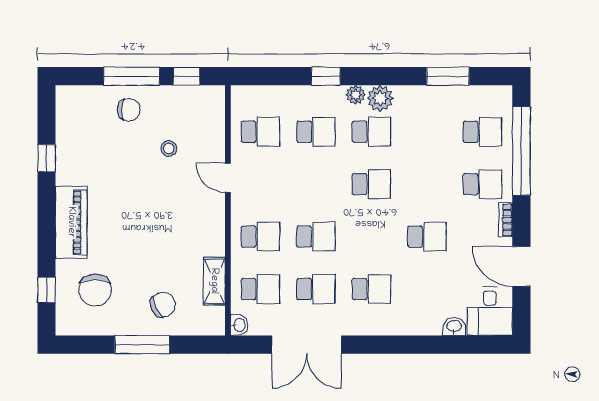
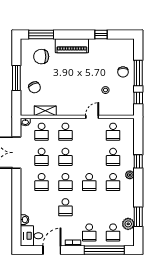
plant: (380, 98) -> (128, 224), moved
school desk: (371, 237) -> (65, 182), added
window: (47, 290) -> (41, 35), width x2.17

